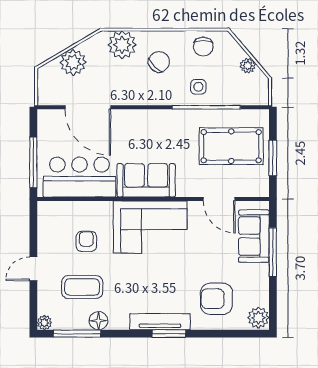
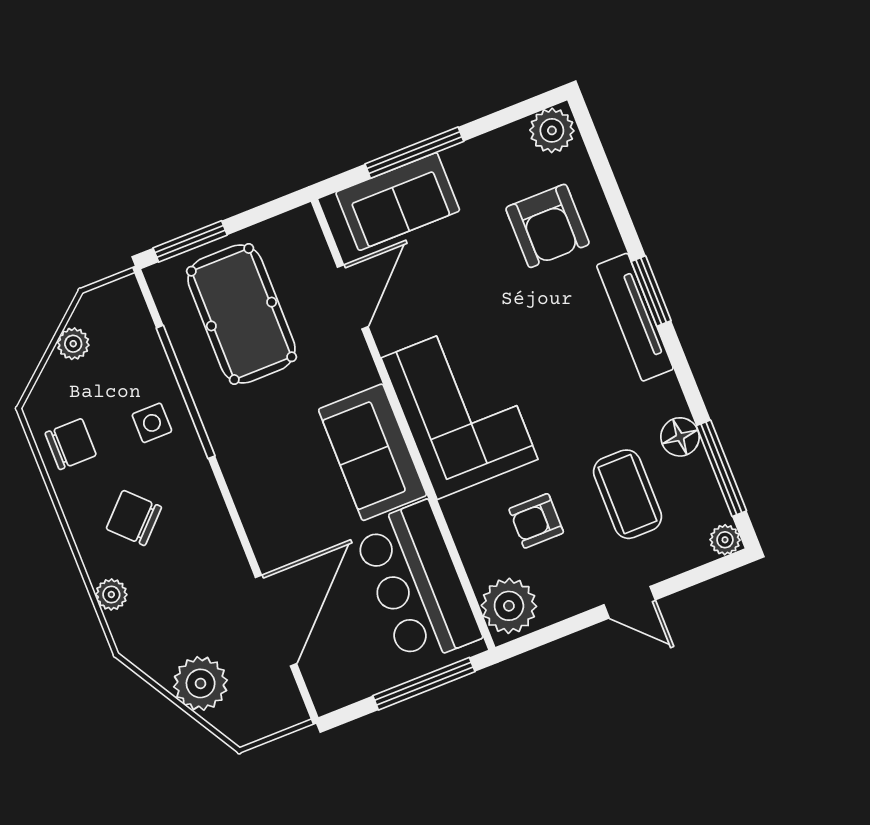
plant: (122, 45) -> (111, 595), width x0.53, depth x0.53
window: (273, 158) -> (190, 241), moved
plant: (53, 214) -> (509, 606), added

